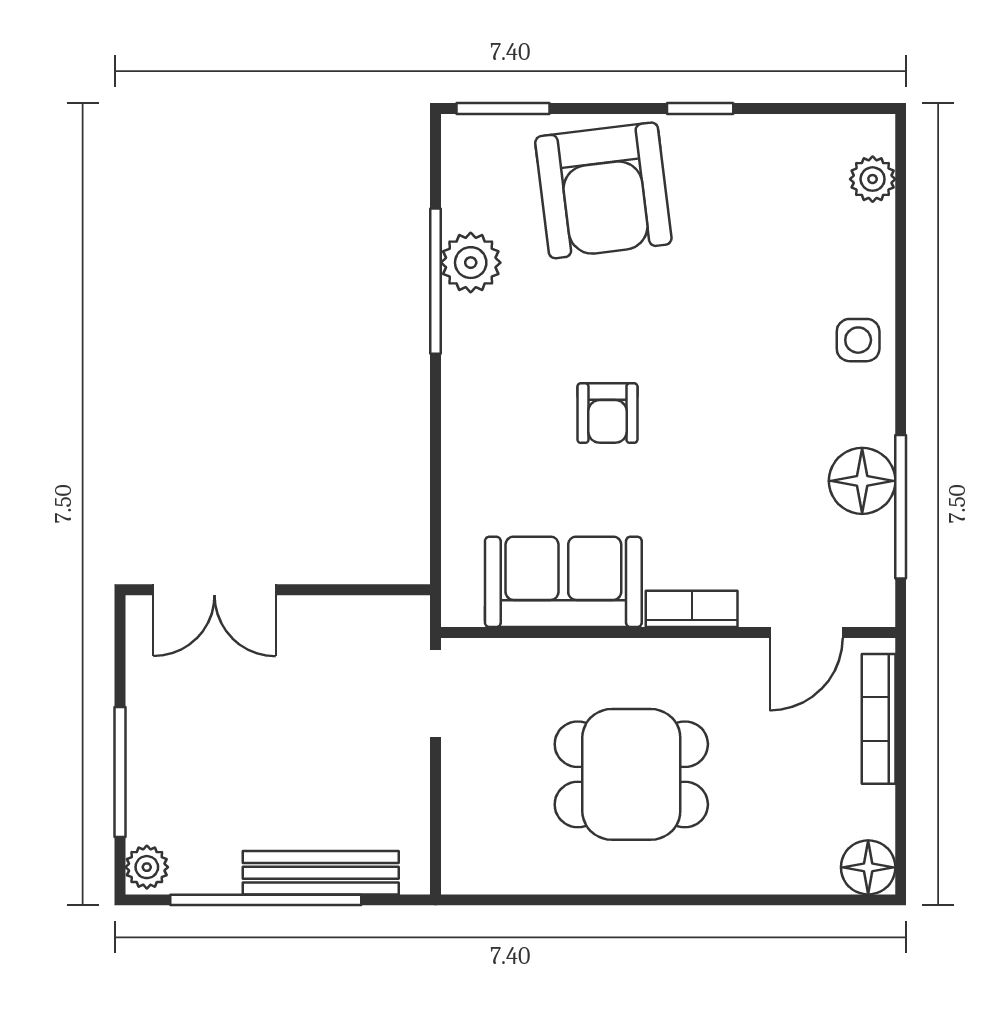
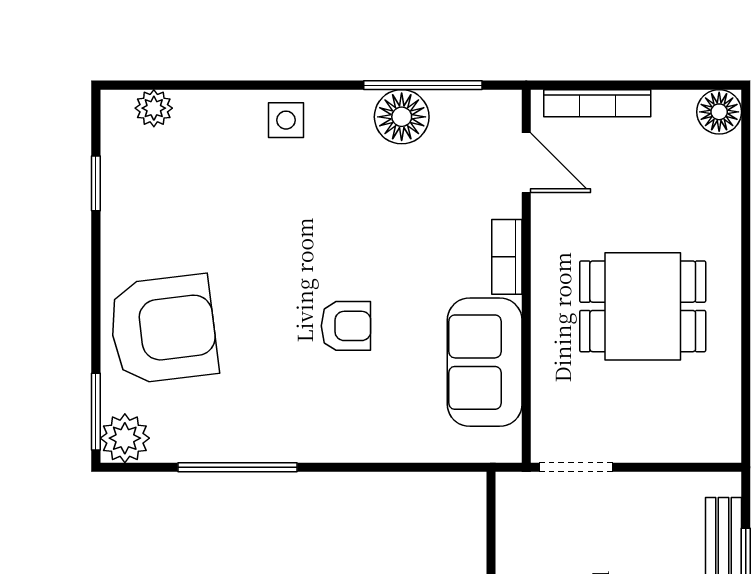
window: (700, 109) -> (96, 183), moved
plant: (471, 263) -> (125, 438), moved
dining table: (631, 774) -> (643, 306), turned 90

